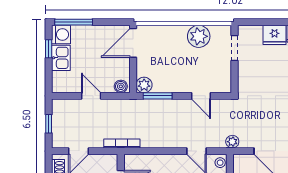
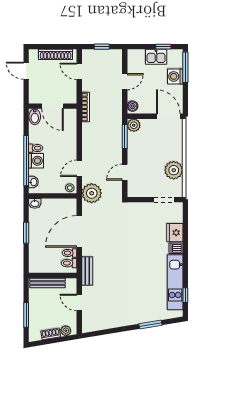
washing machine: (61, 34) -> (175, 76), moved, turned 90
plant: (232, 142) -> (92, 193), width x1.88, depth x1.88

